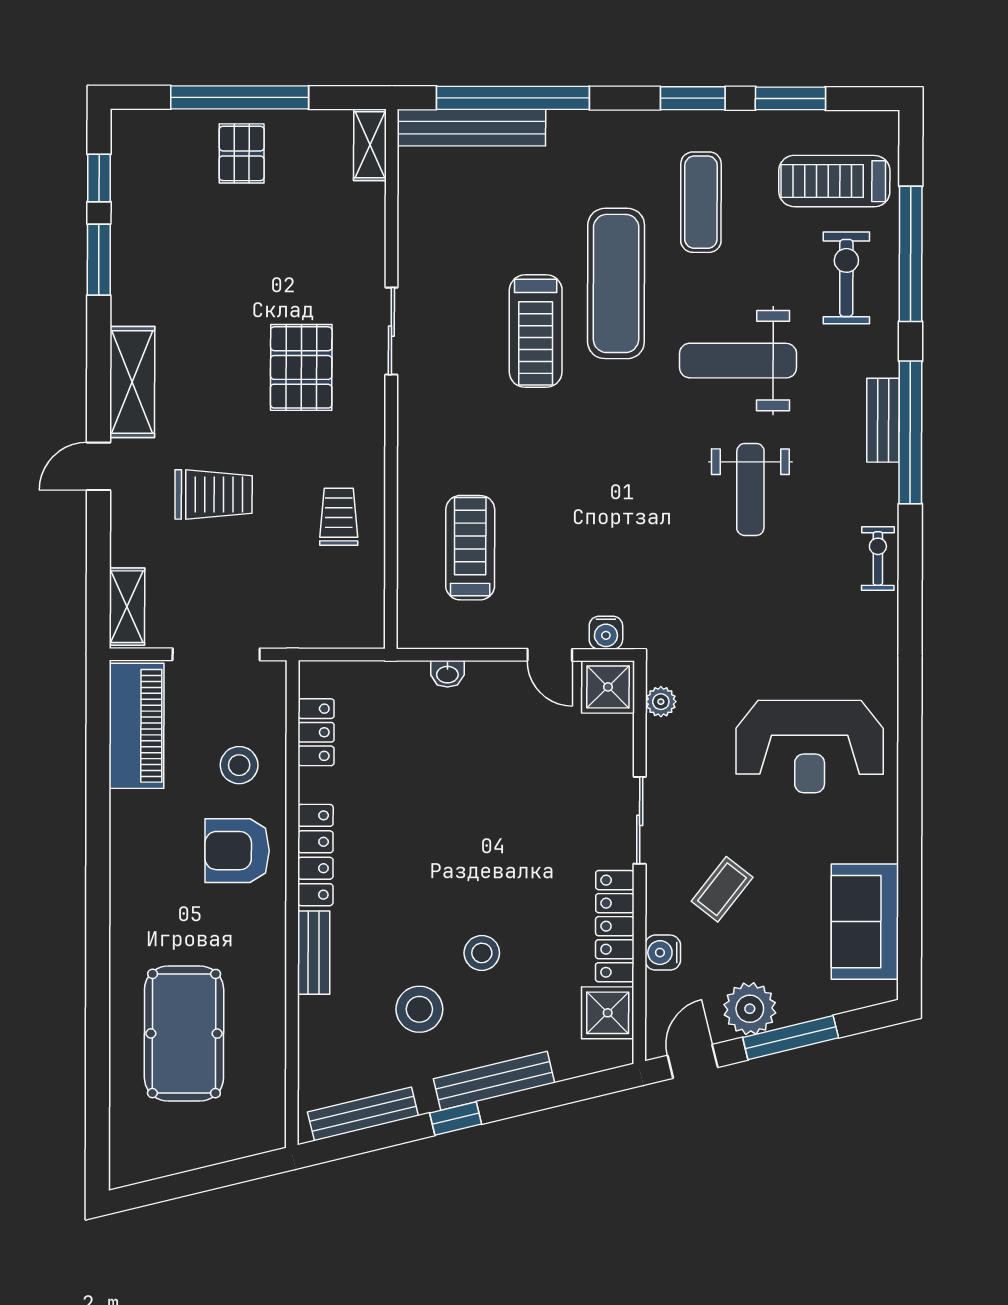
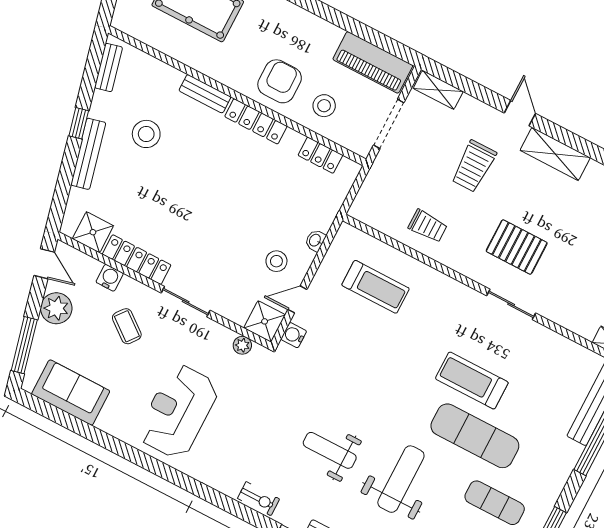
stool: (482, 953) -> (276, 261), moved
window: (791, 1038) -> (24, 345), moved
bench: (363, 1114) -> (109, 67), width x0.73

